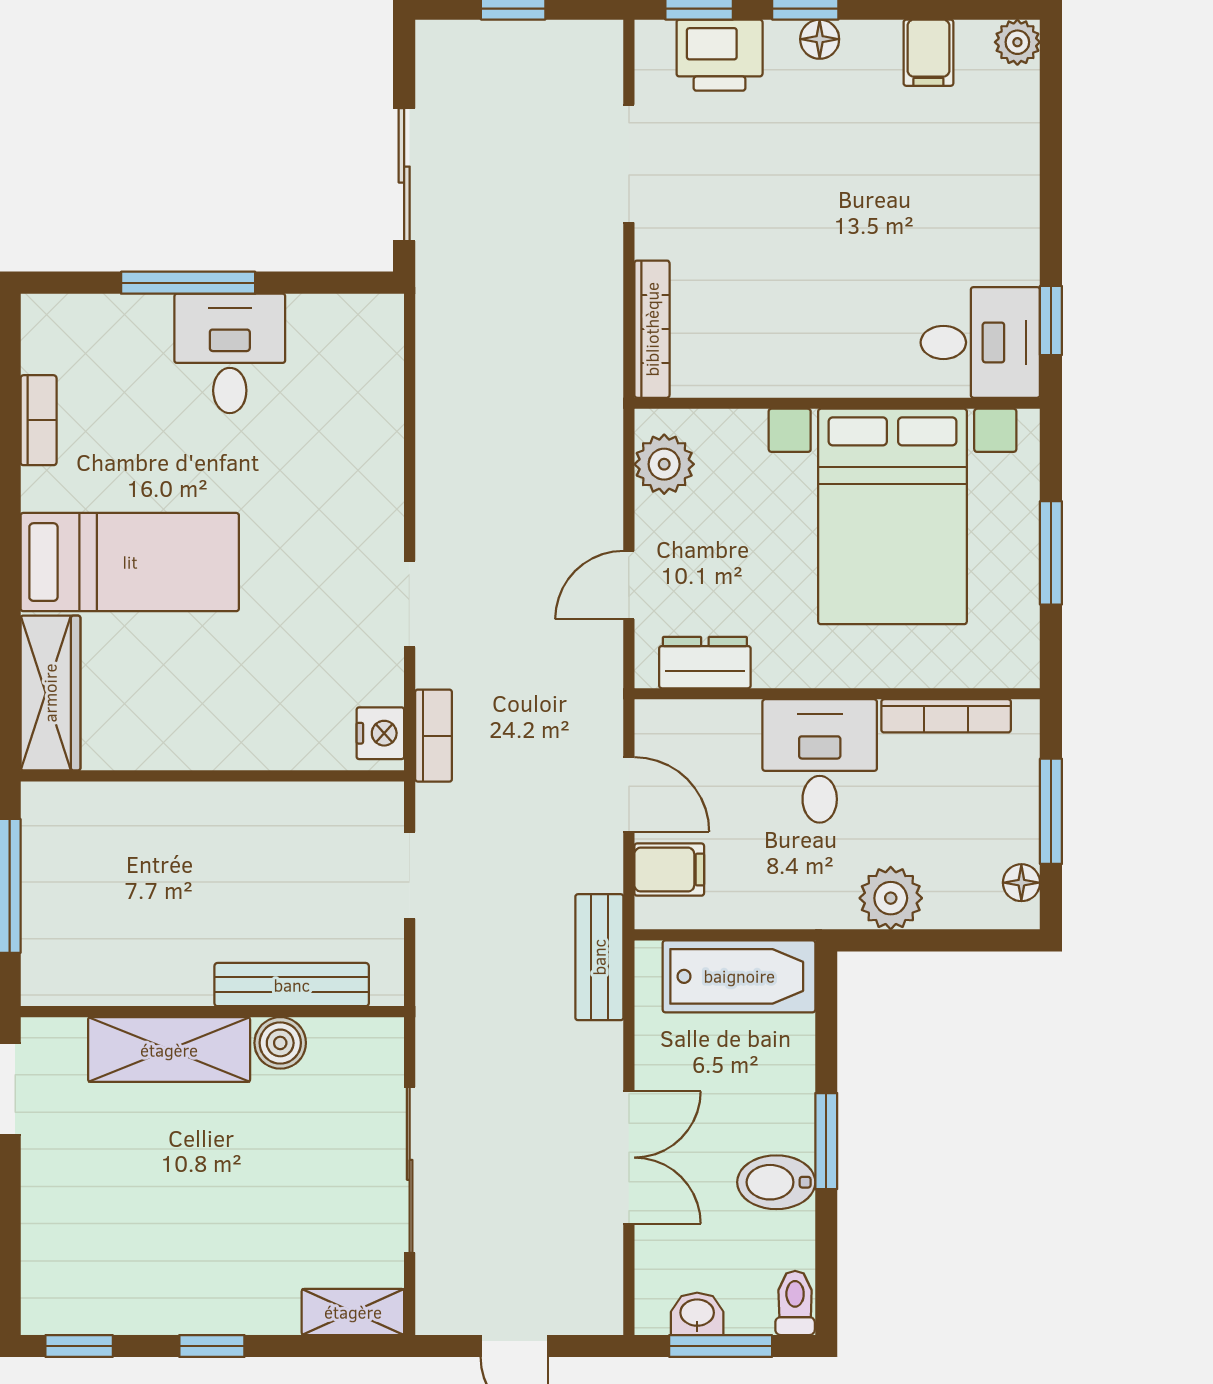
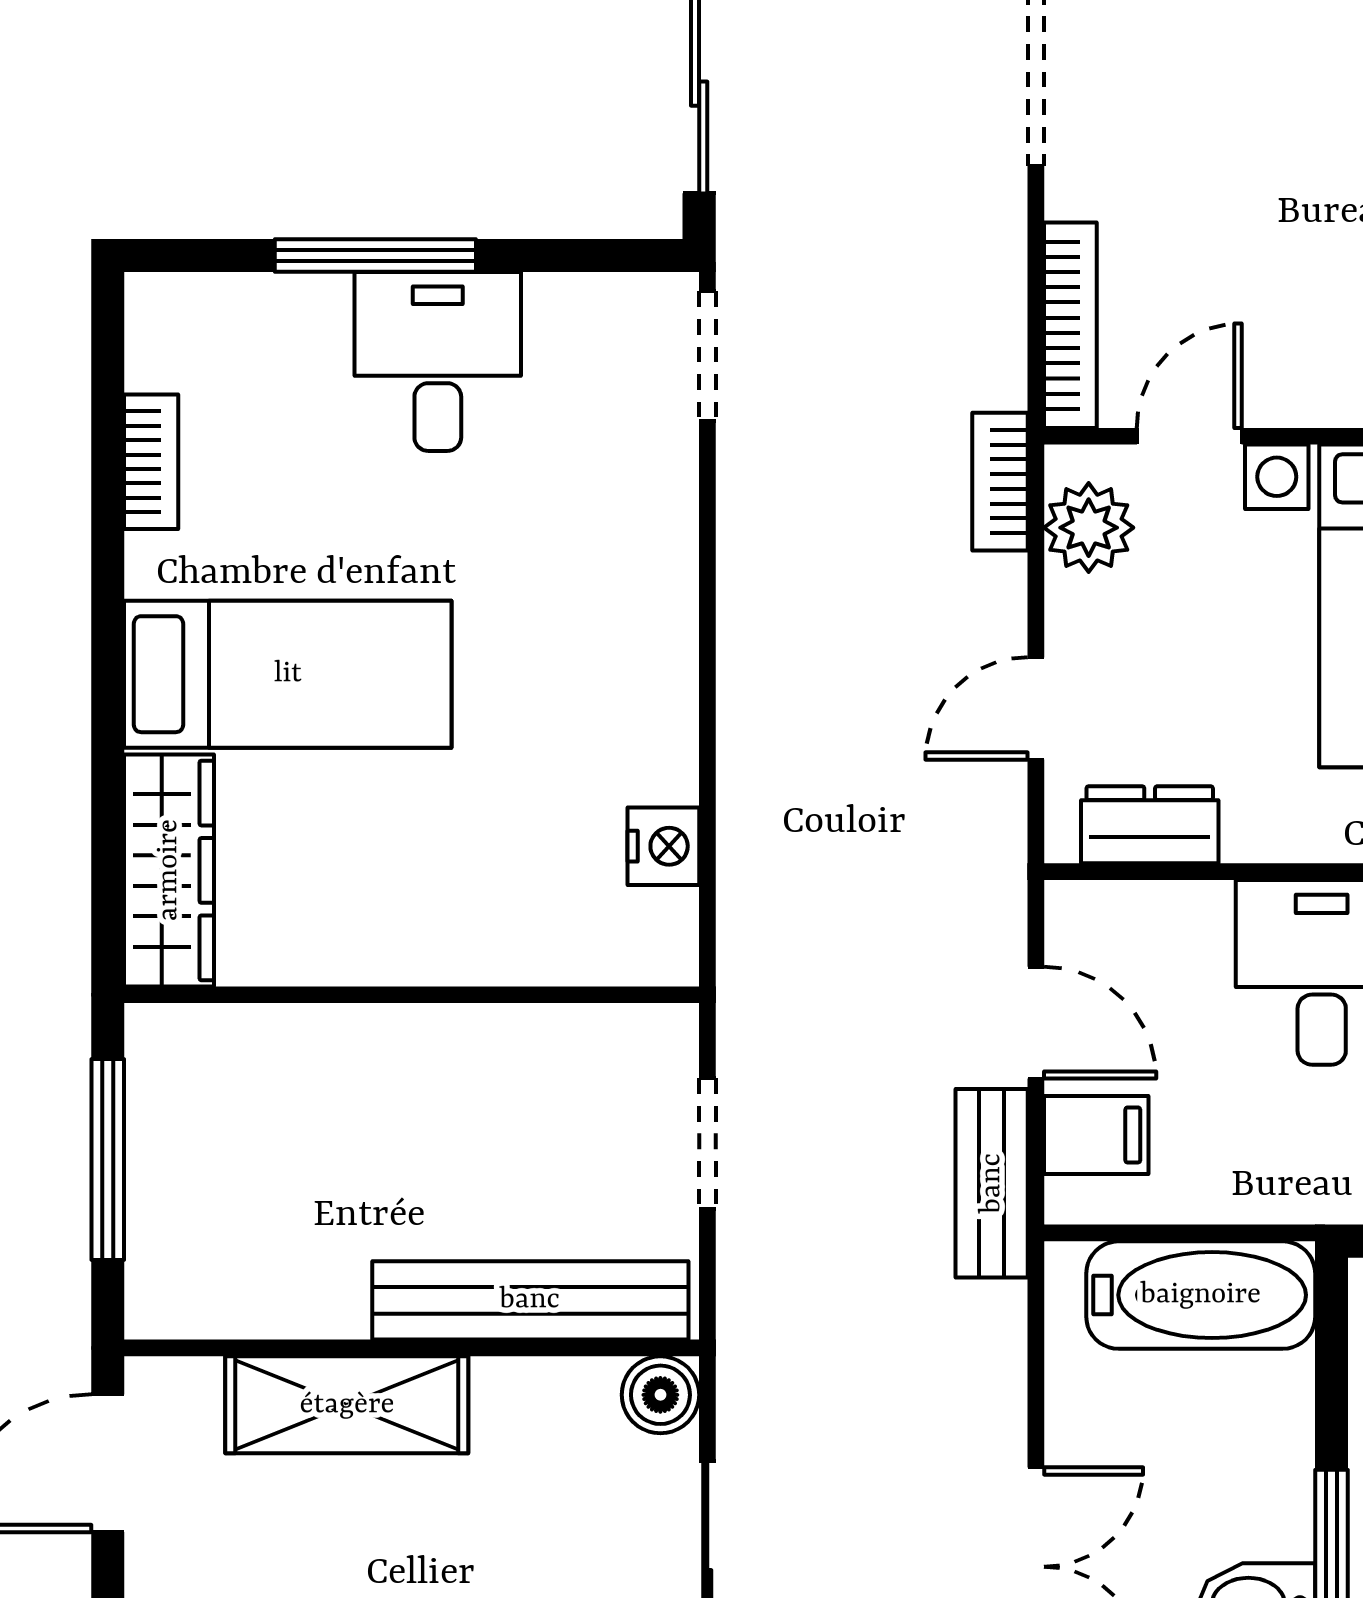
door: (731, 403) -> (1189, 436), added
doorway: (410, 604) -> (707, 356), moved
nightstand: (380, 733) -> (663, 846), moved
bookcase: (434, 736) -> (1000, 482), moved, turned 180
bench: (599, 957) -> (992, 1183), moved
bench: (292, 985) -> (530, 1300), width x1.37, depth x1.21
boiler: (280, 1043) -> (660, 1395), moved

